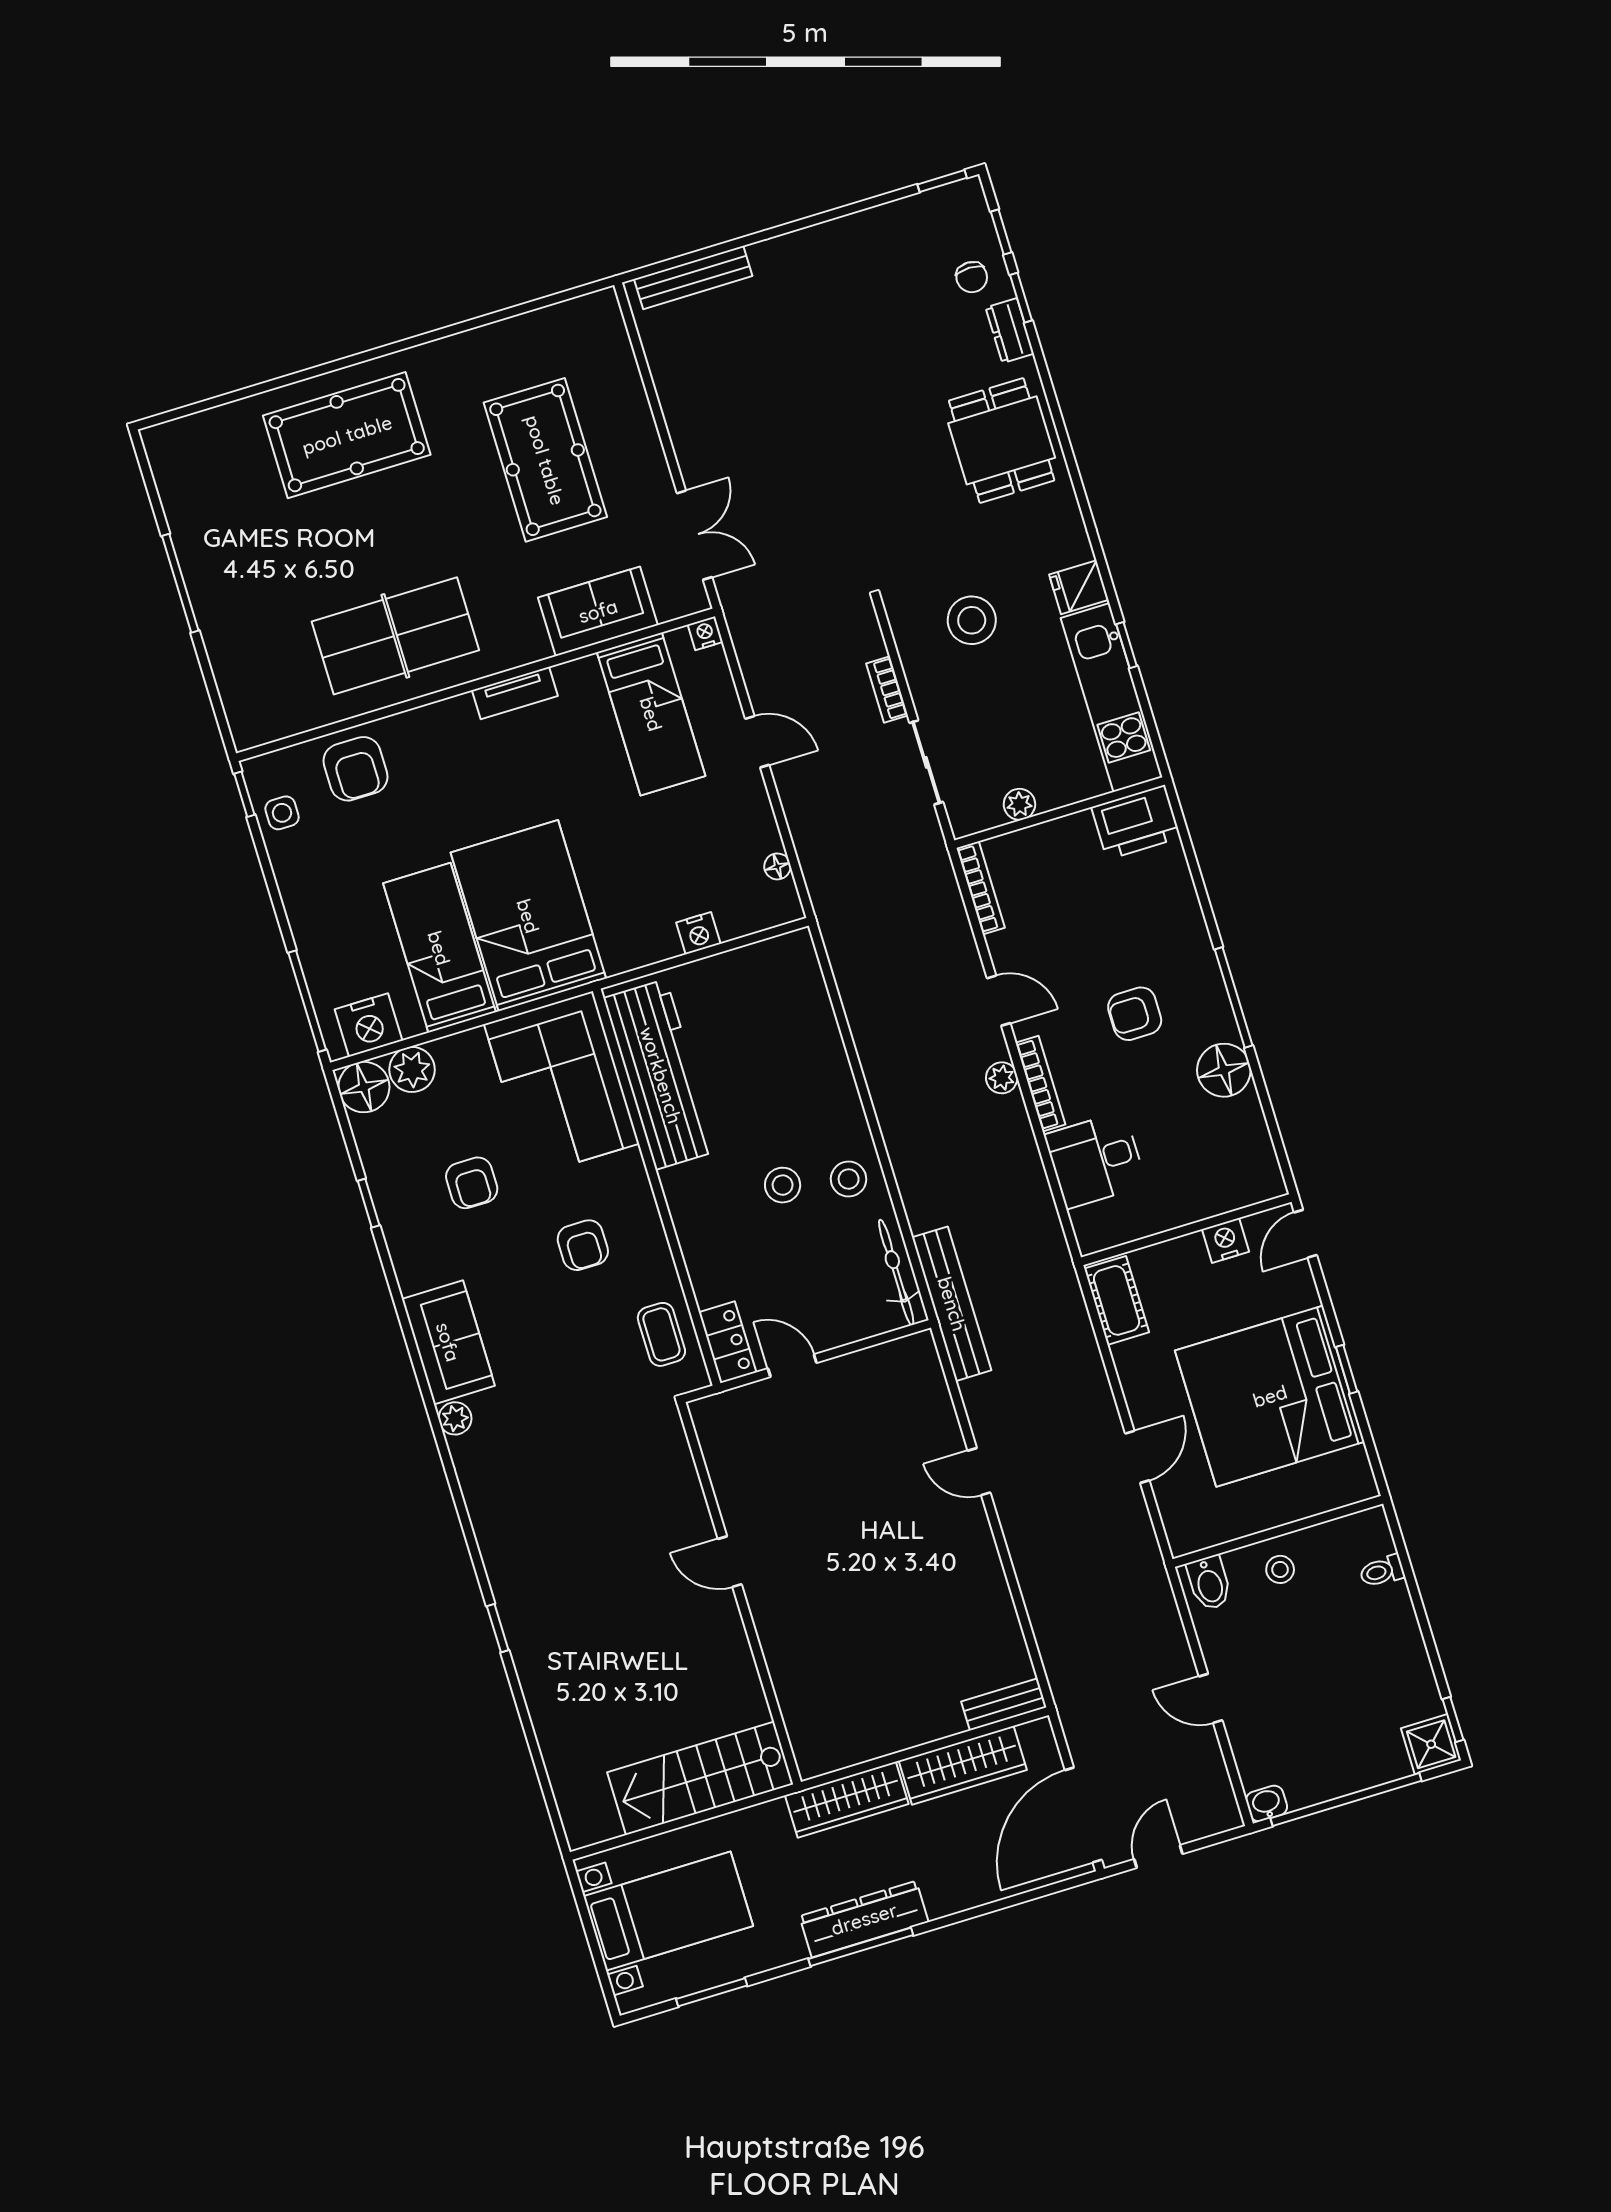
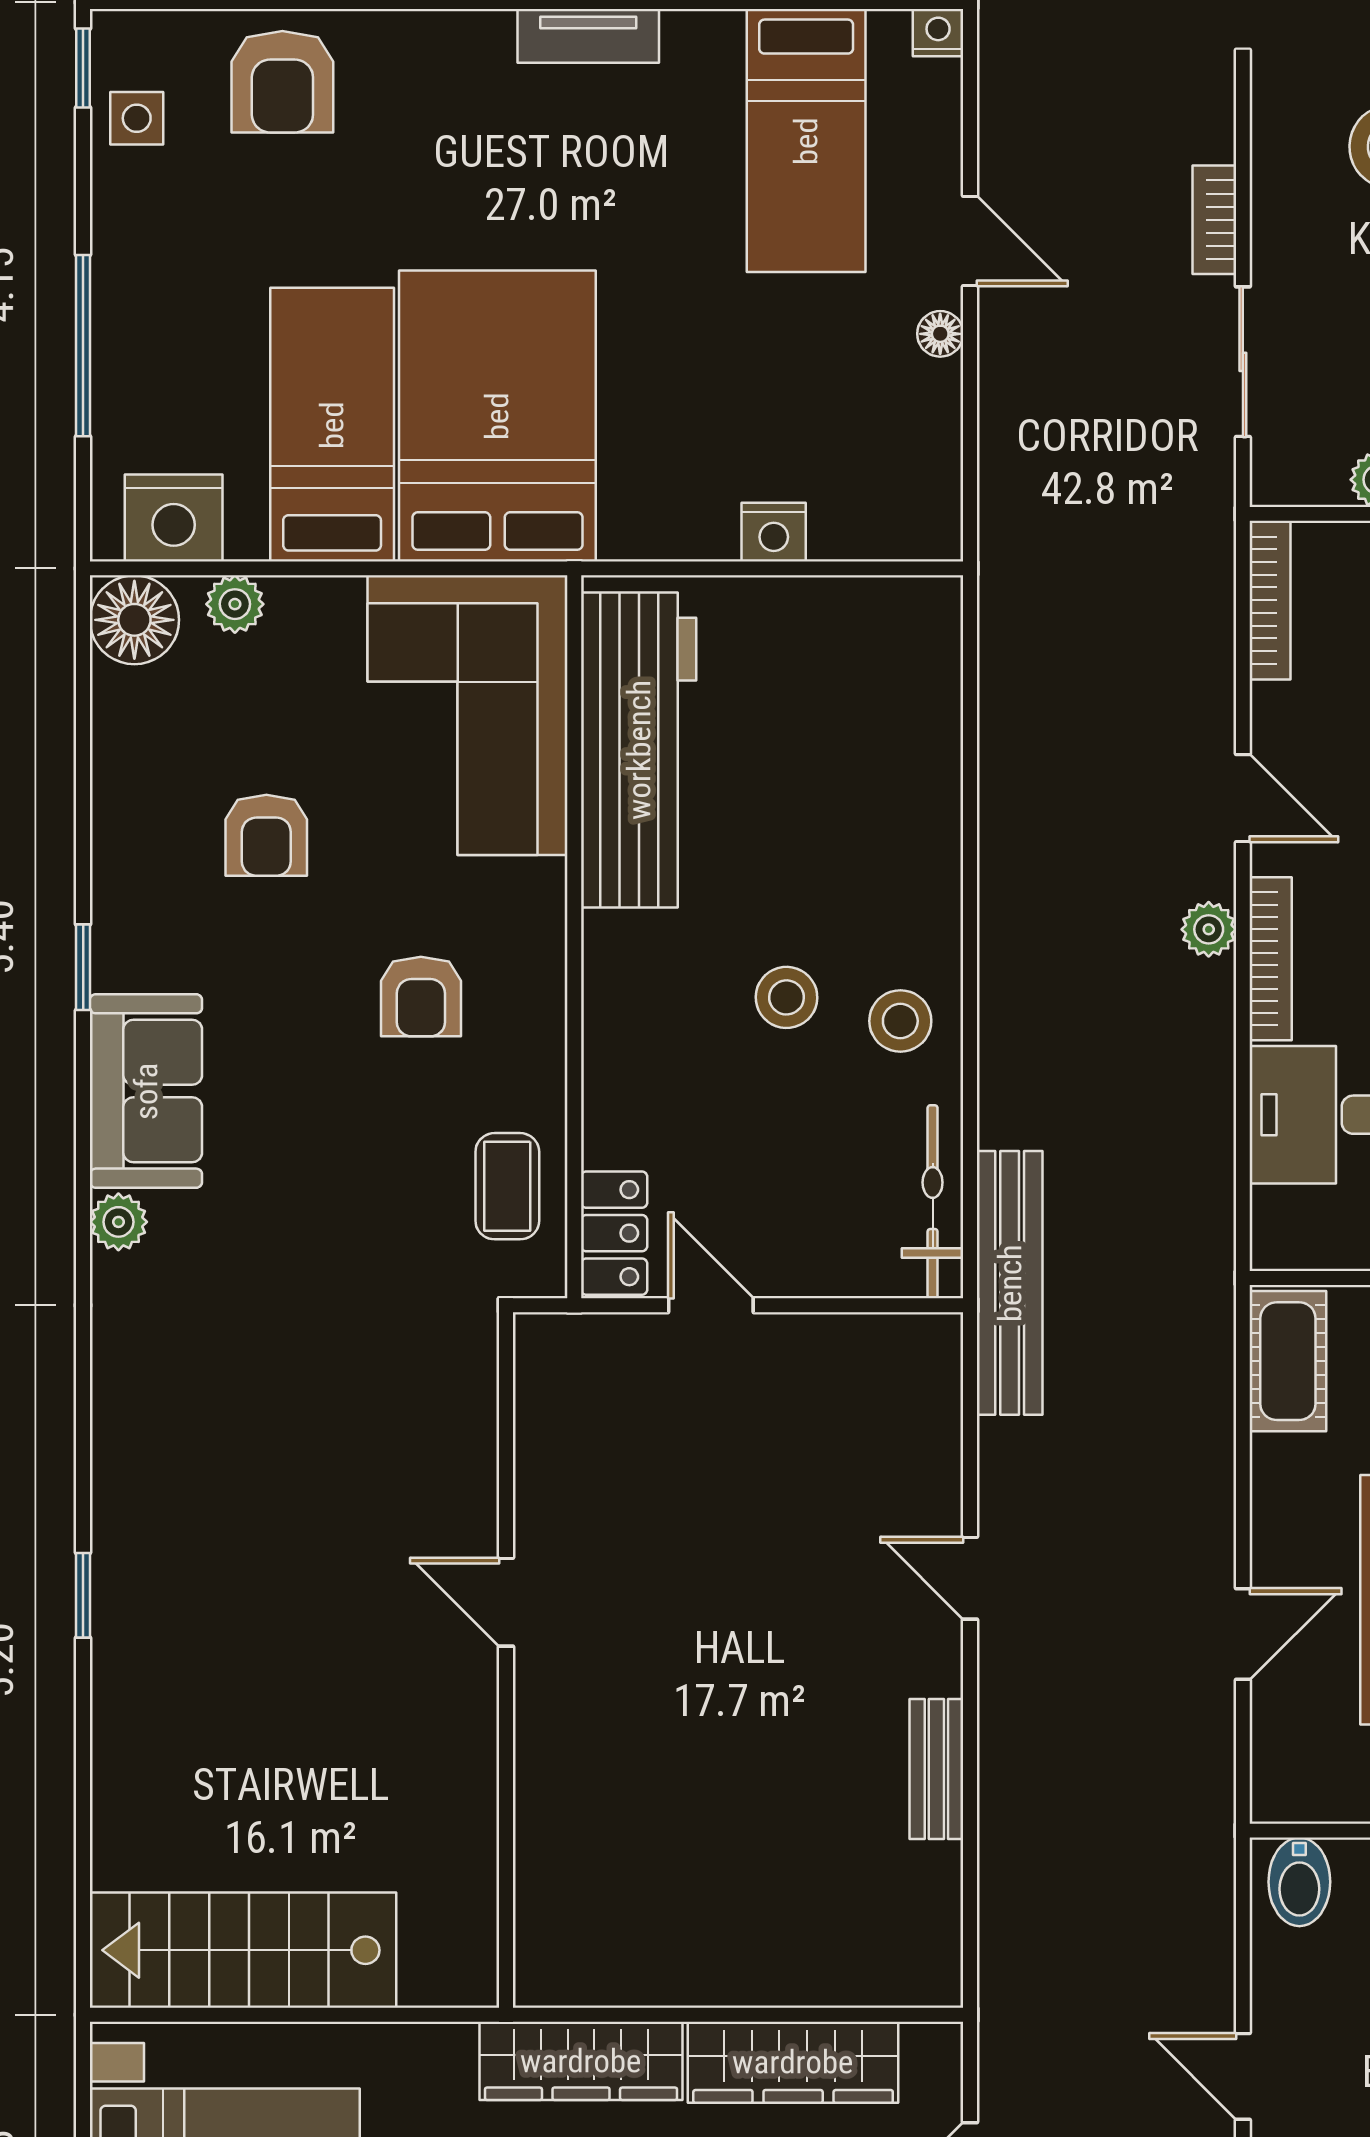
floor lamp: (777, 866) -> (940, 334), moved
window: (307, 1001) -> (83, 346), moved
plant: (412, 1070) -> (235, 604), width x0.73, depth x0.73
window: (369, 1203) -> (83, 967), moved
bench: (1004, 1704) -> (936, 1769), moved, turned 90
stairs: (700, 1778) -> (243, 1950), moved

